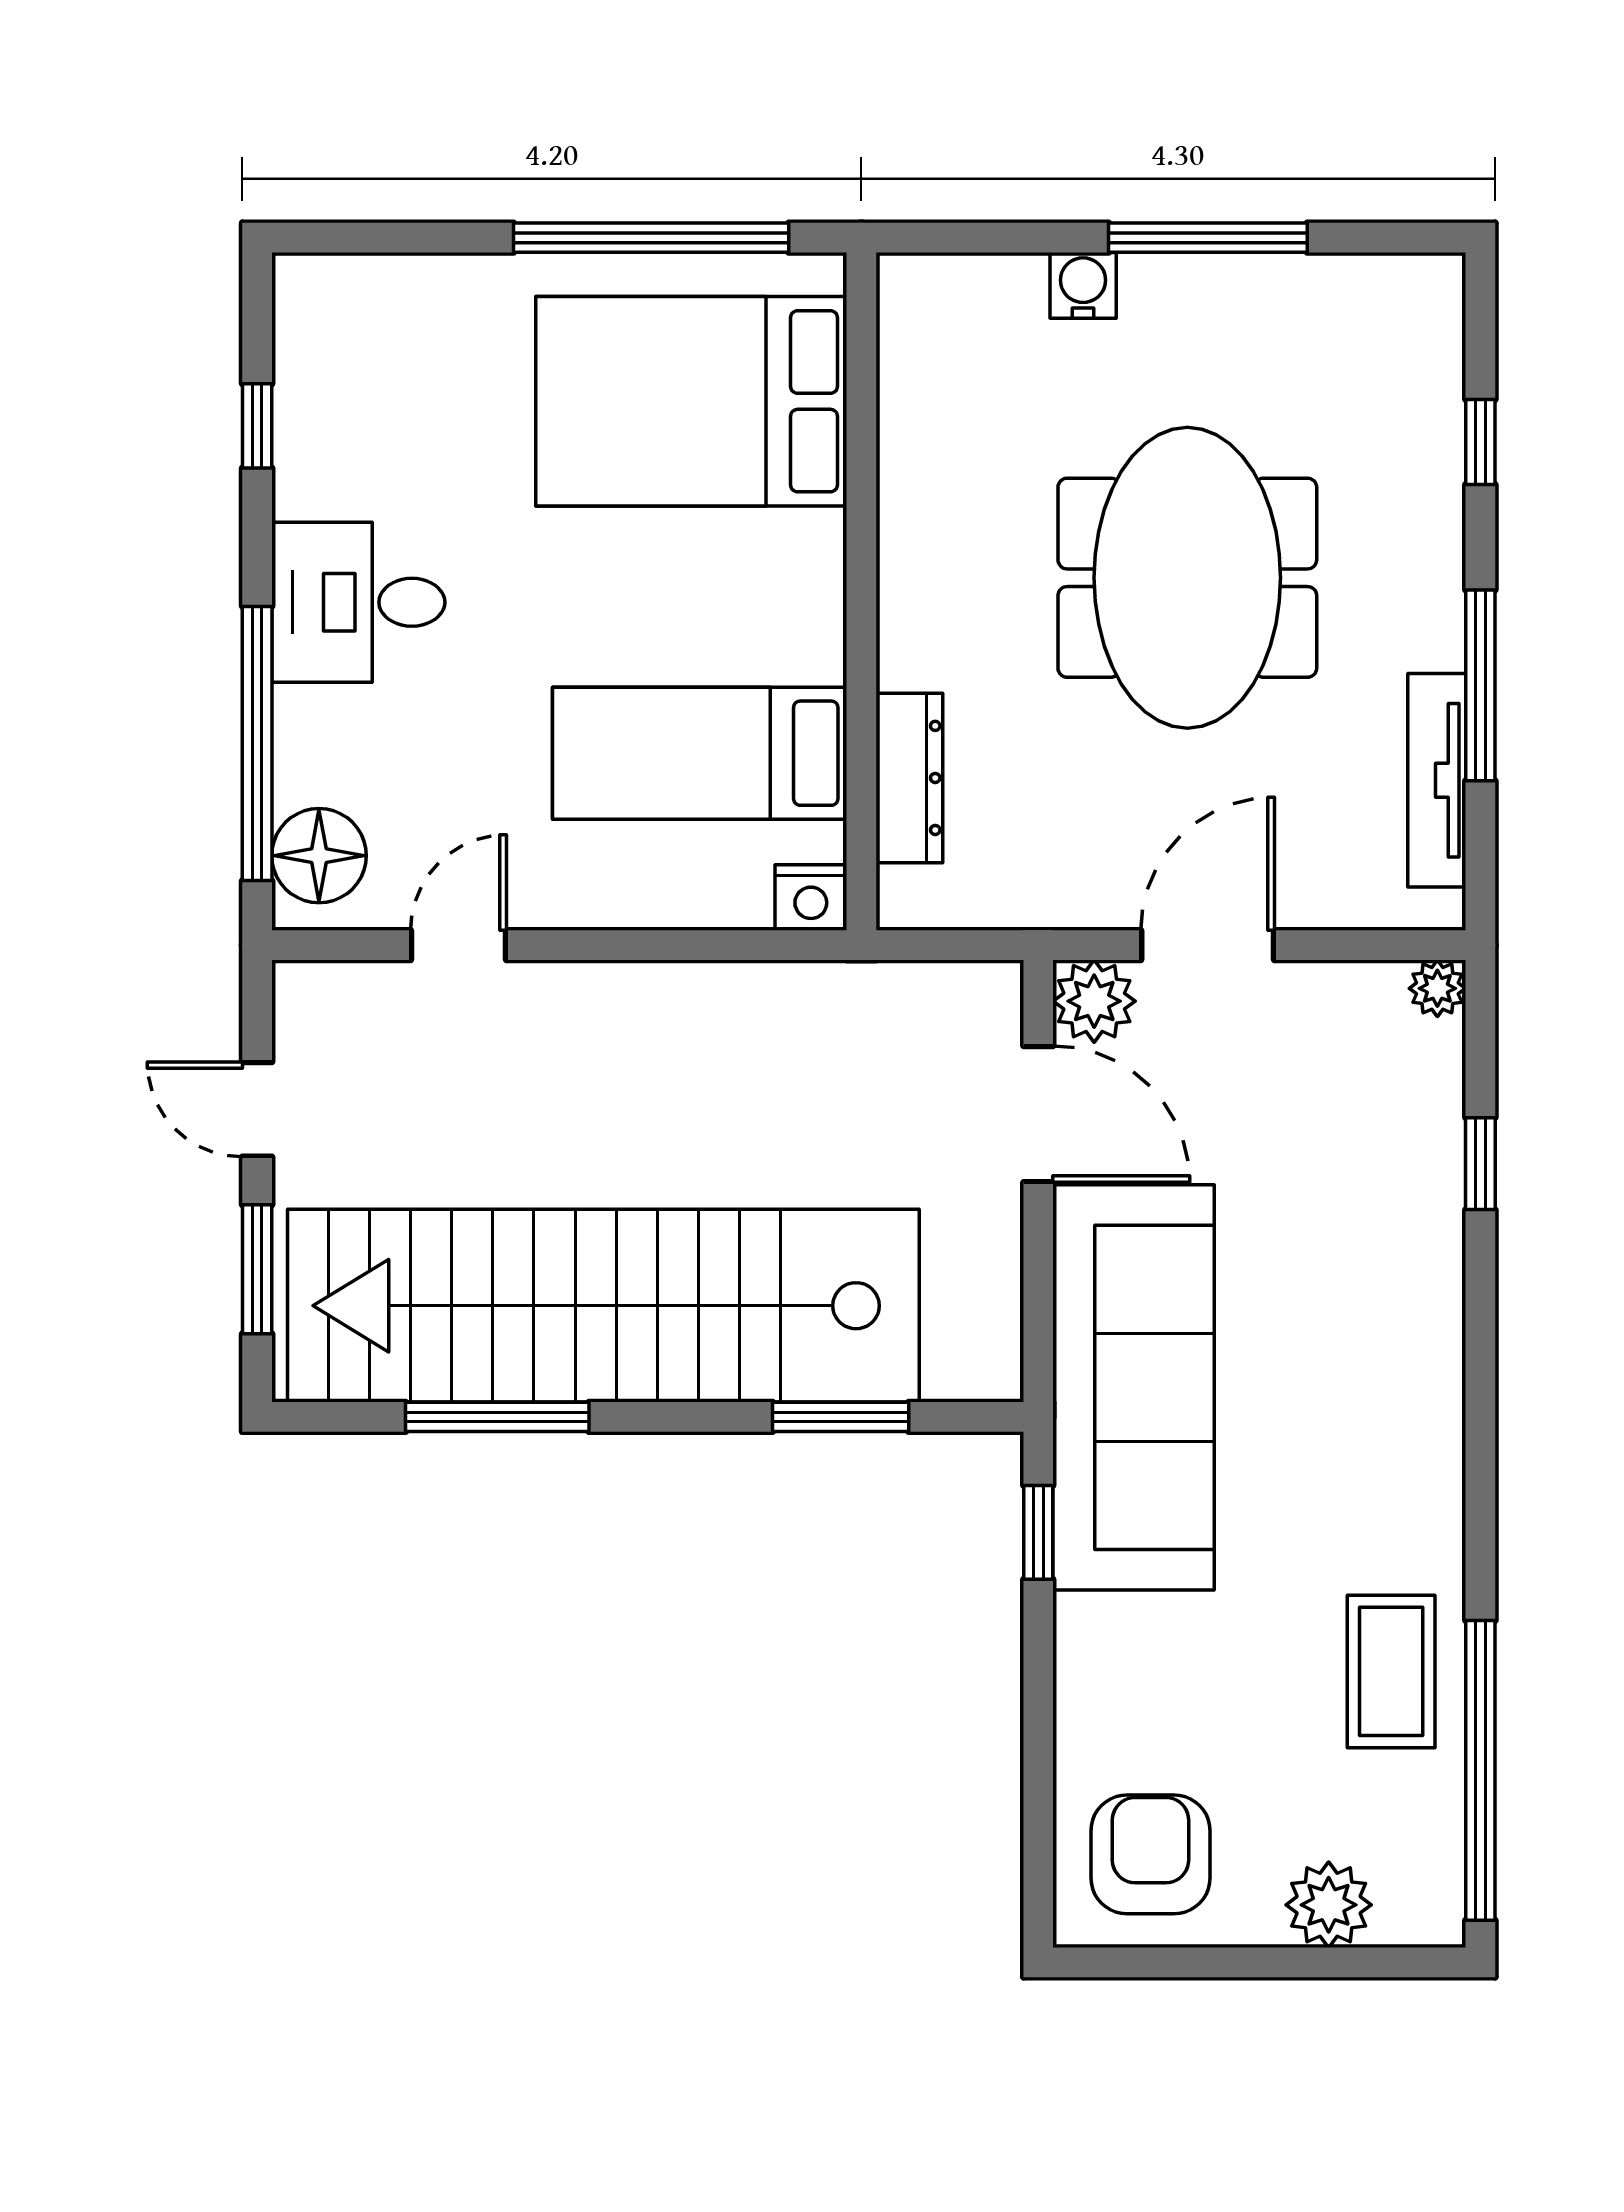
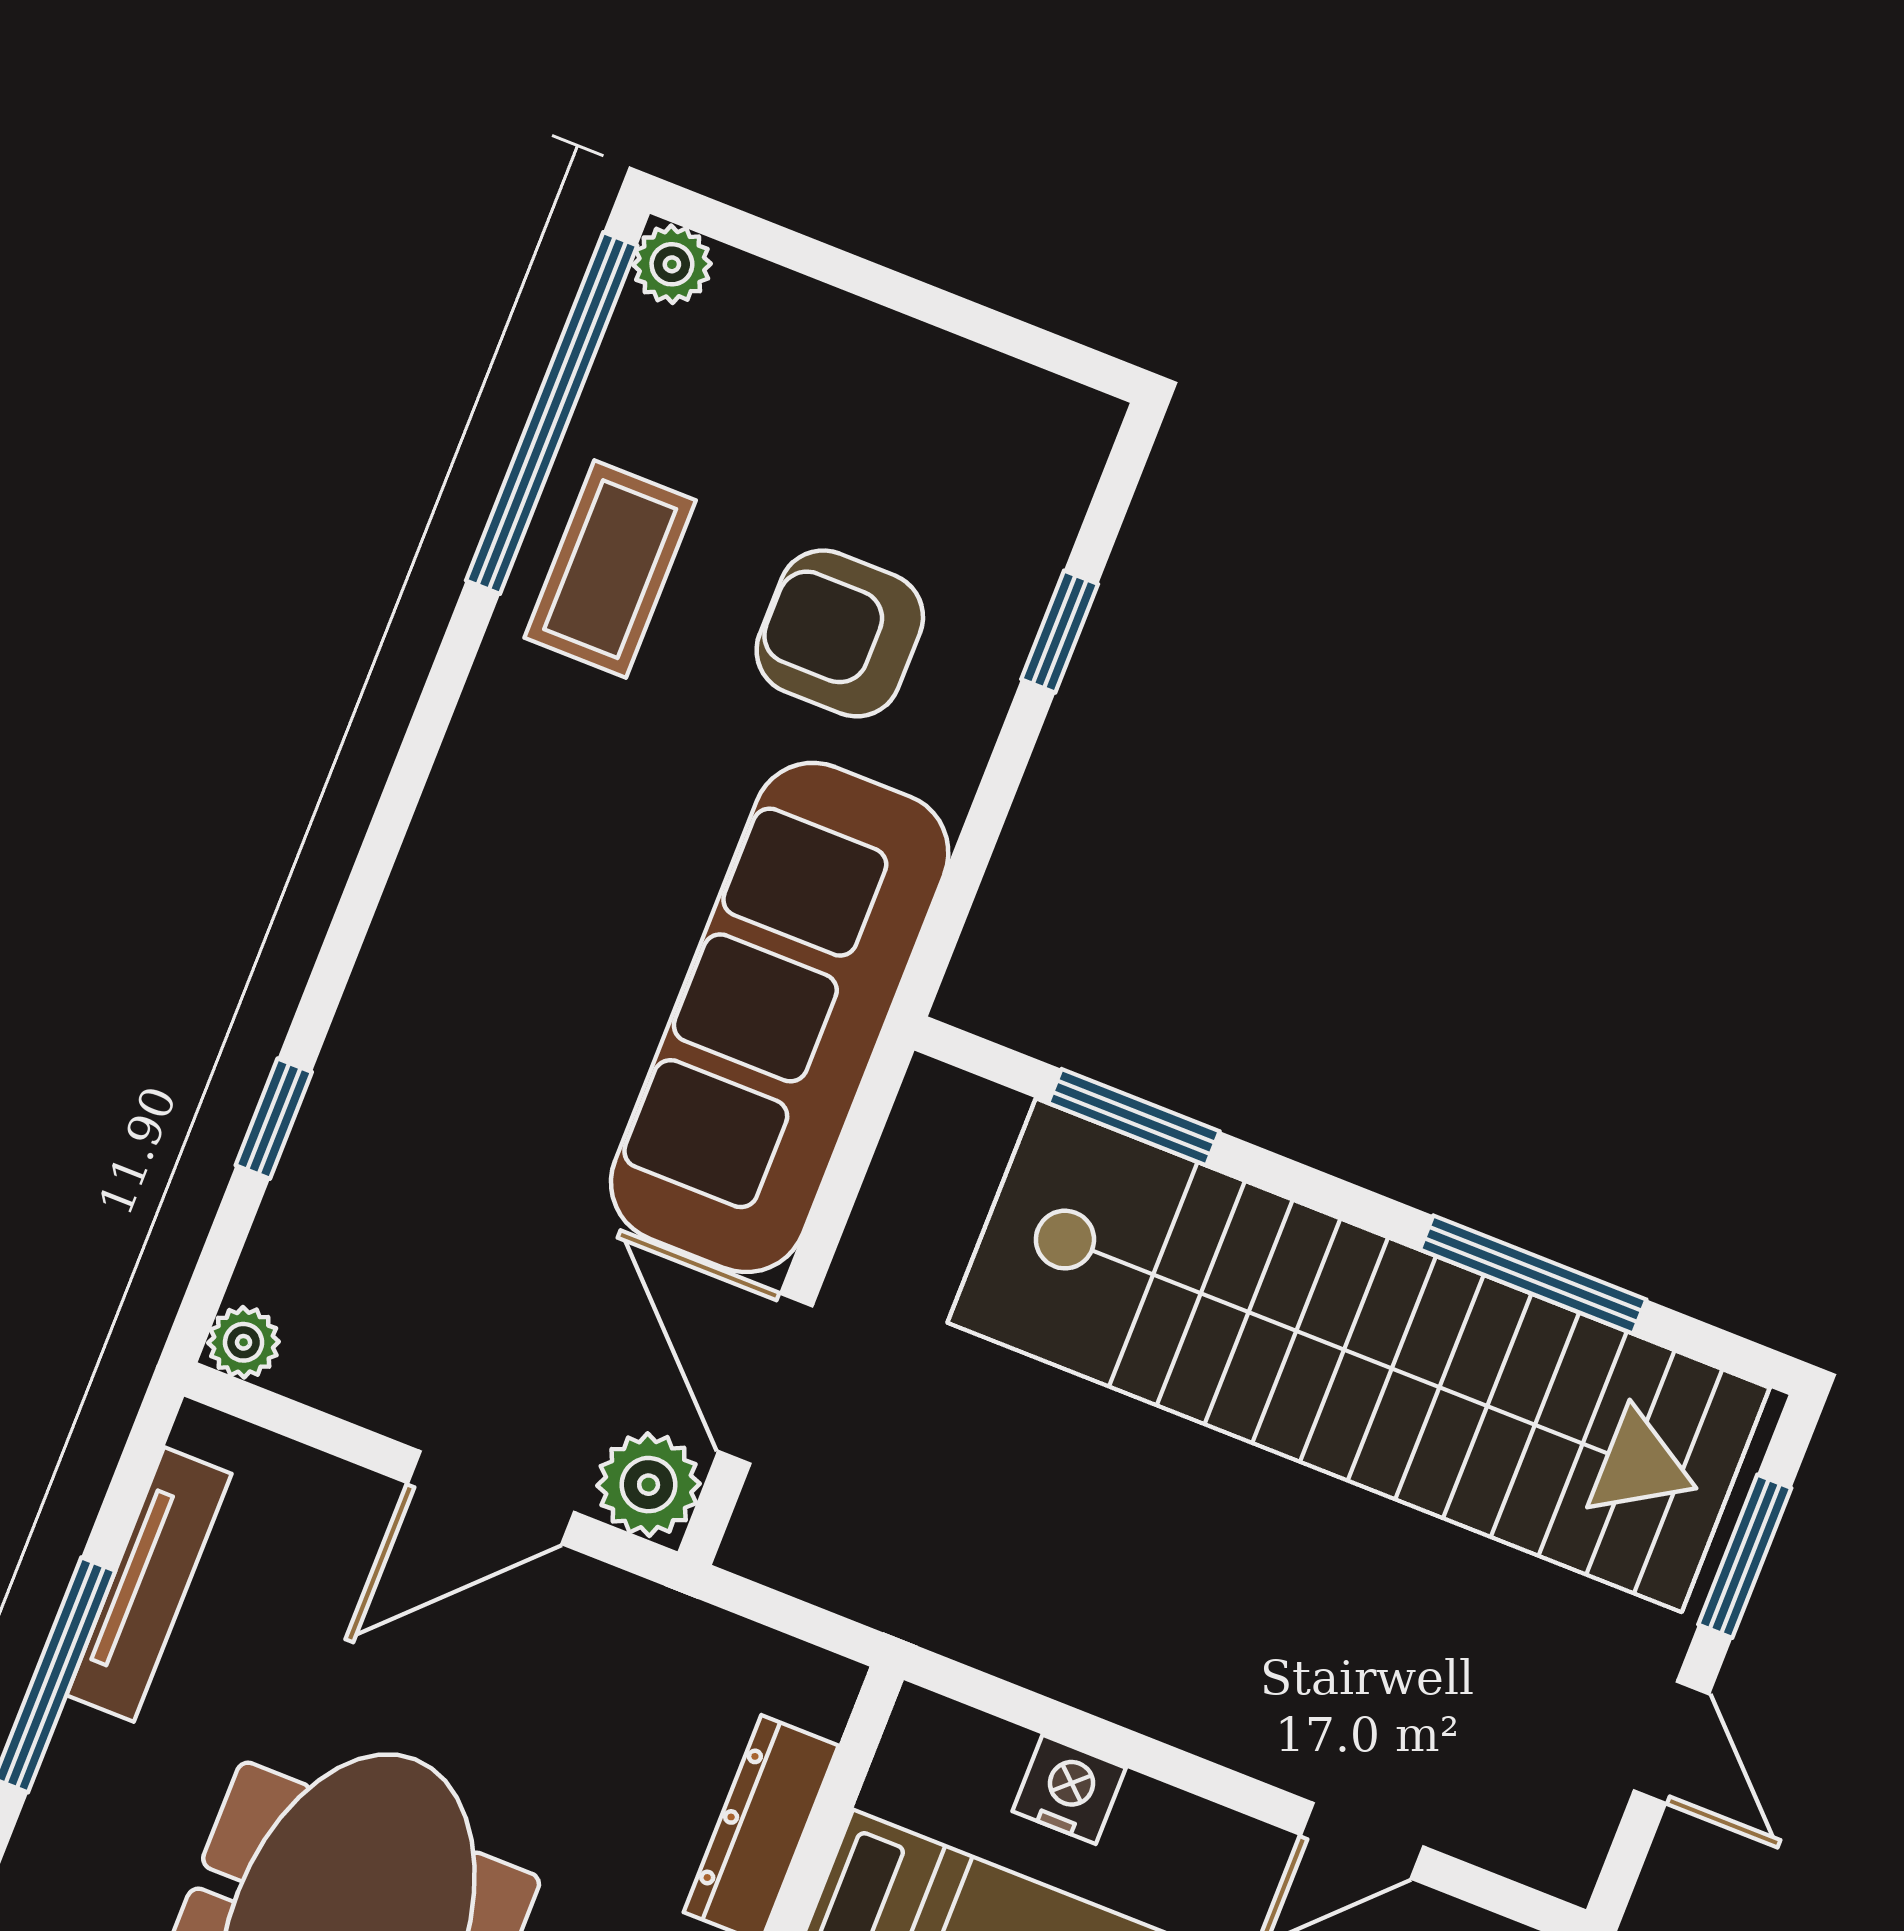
nightstand: (811, 898) -> (1069, 1789), moved
window: (1038, 1532) -> (1060, 632), moved
armchair: (1150, 1854) -> (840, 633), moved, turned 90
plant: (1329, 1905) -> (672, 264), moved, width x0.73, depth x0.73

